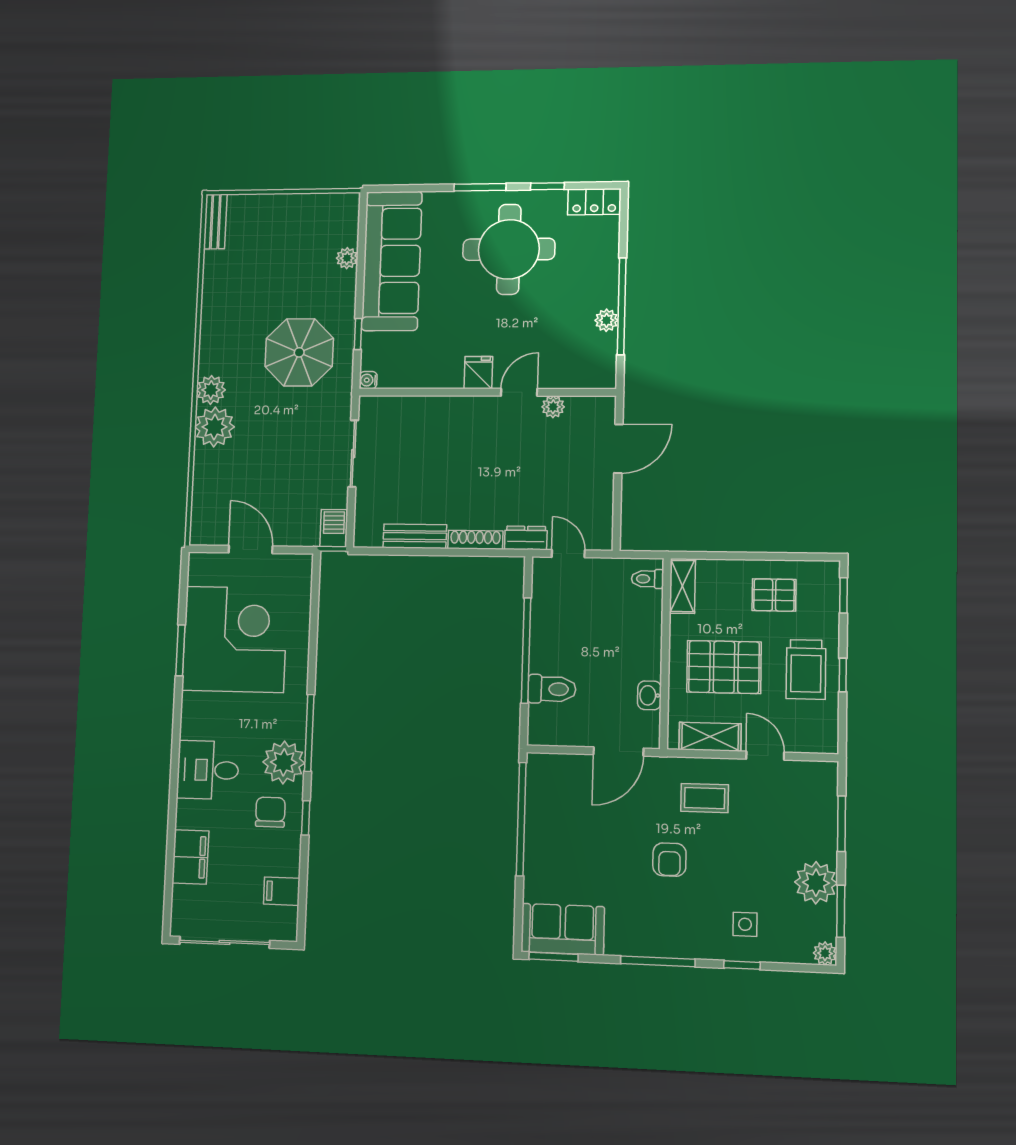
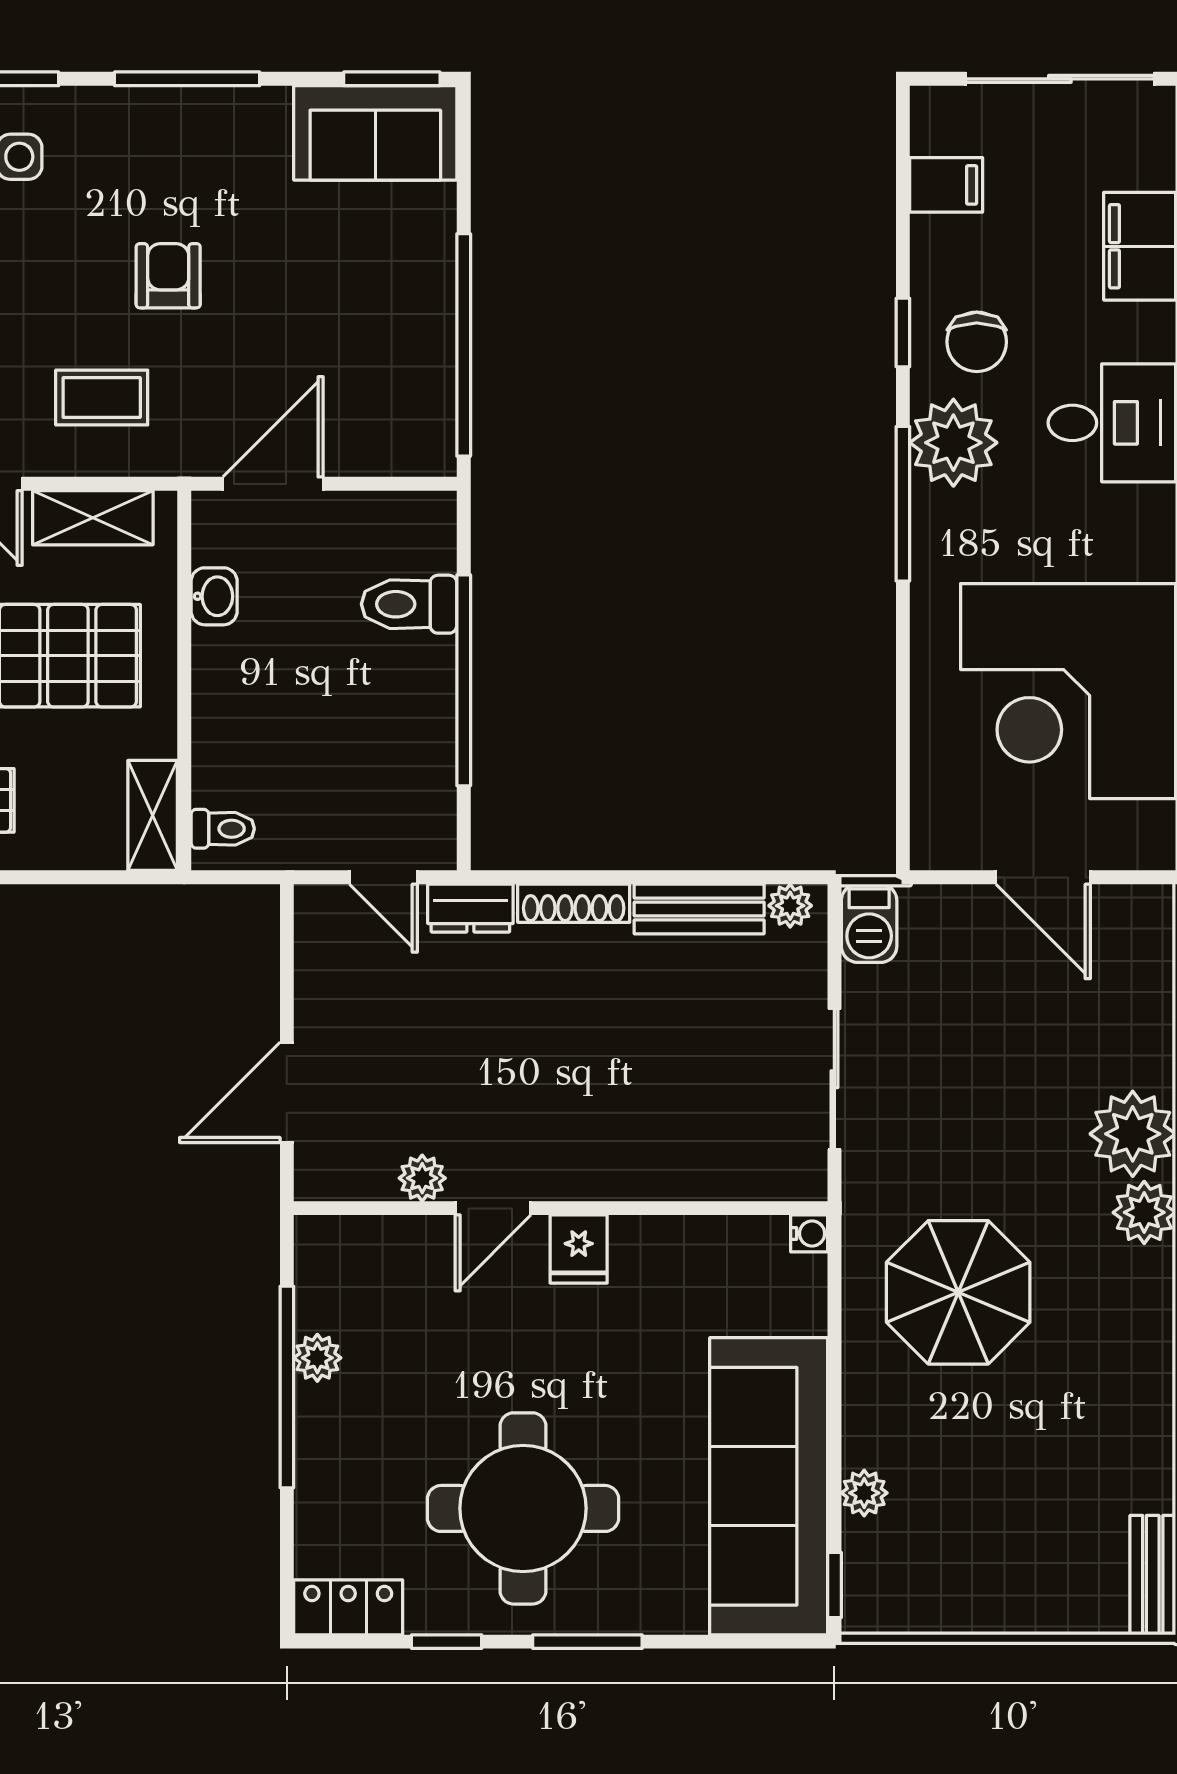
window: (358, 334) -> (834, 1585), moved
plant: (371, 537) -> (790, 906), added

